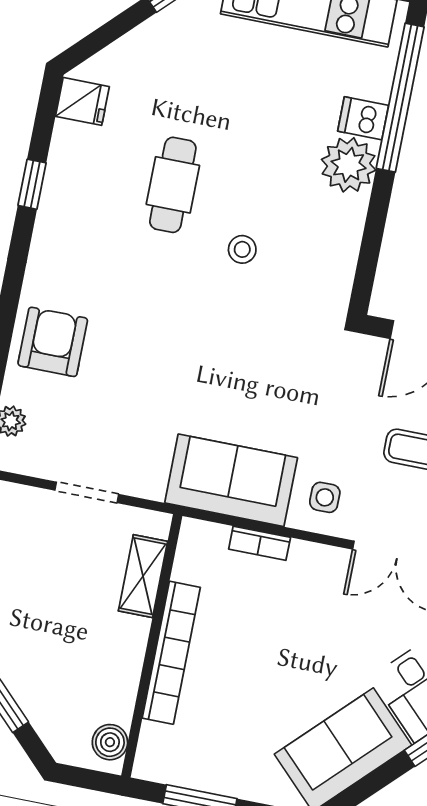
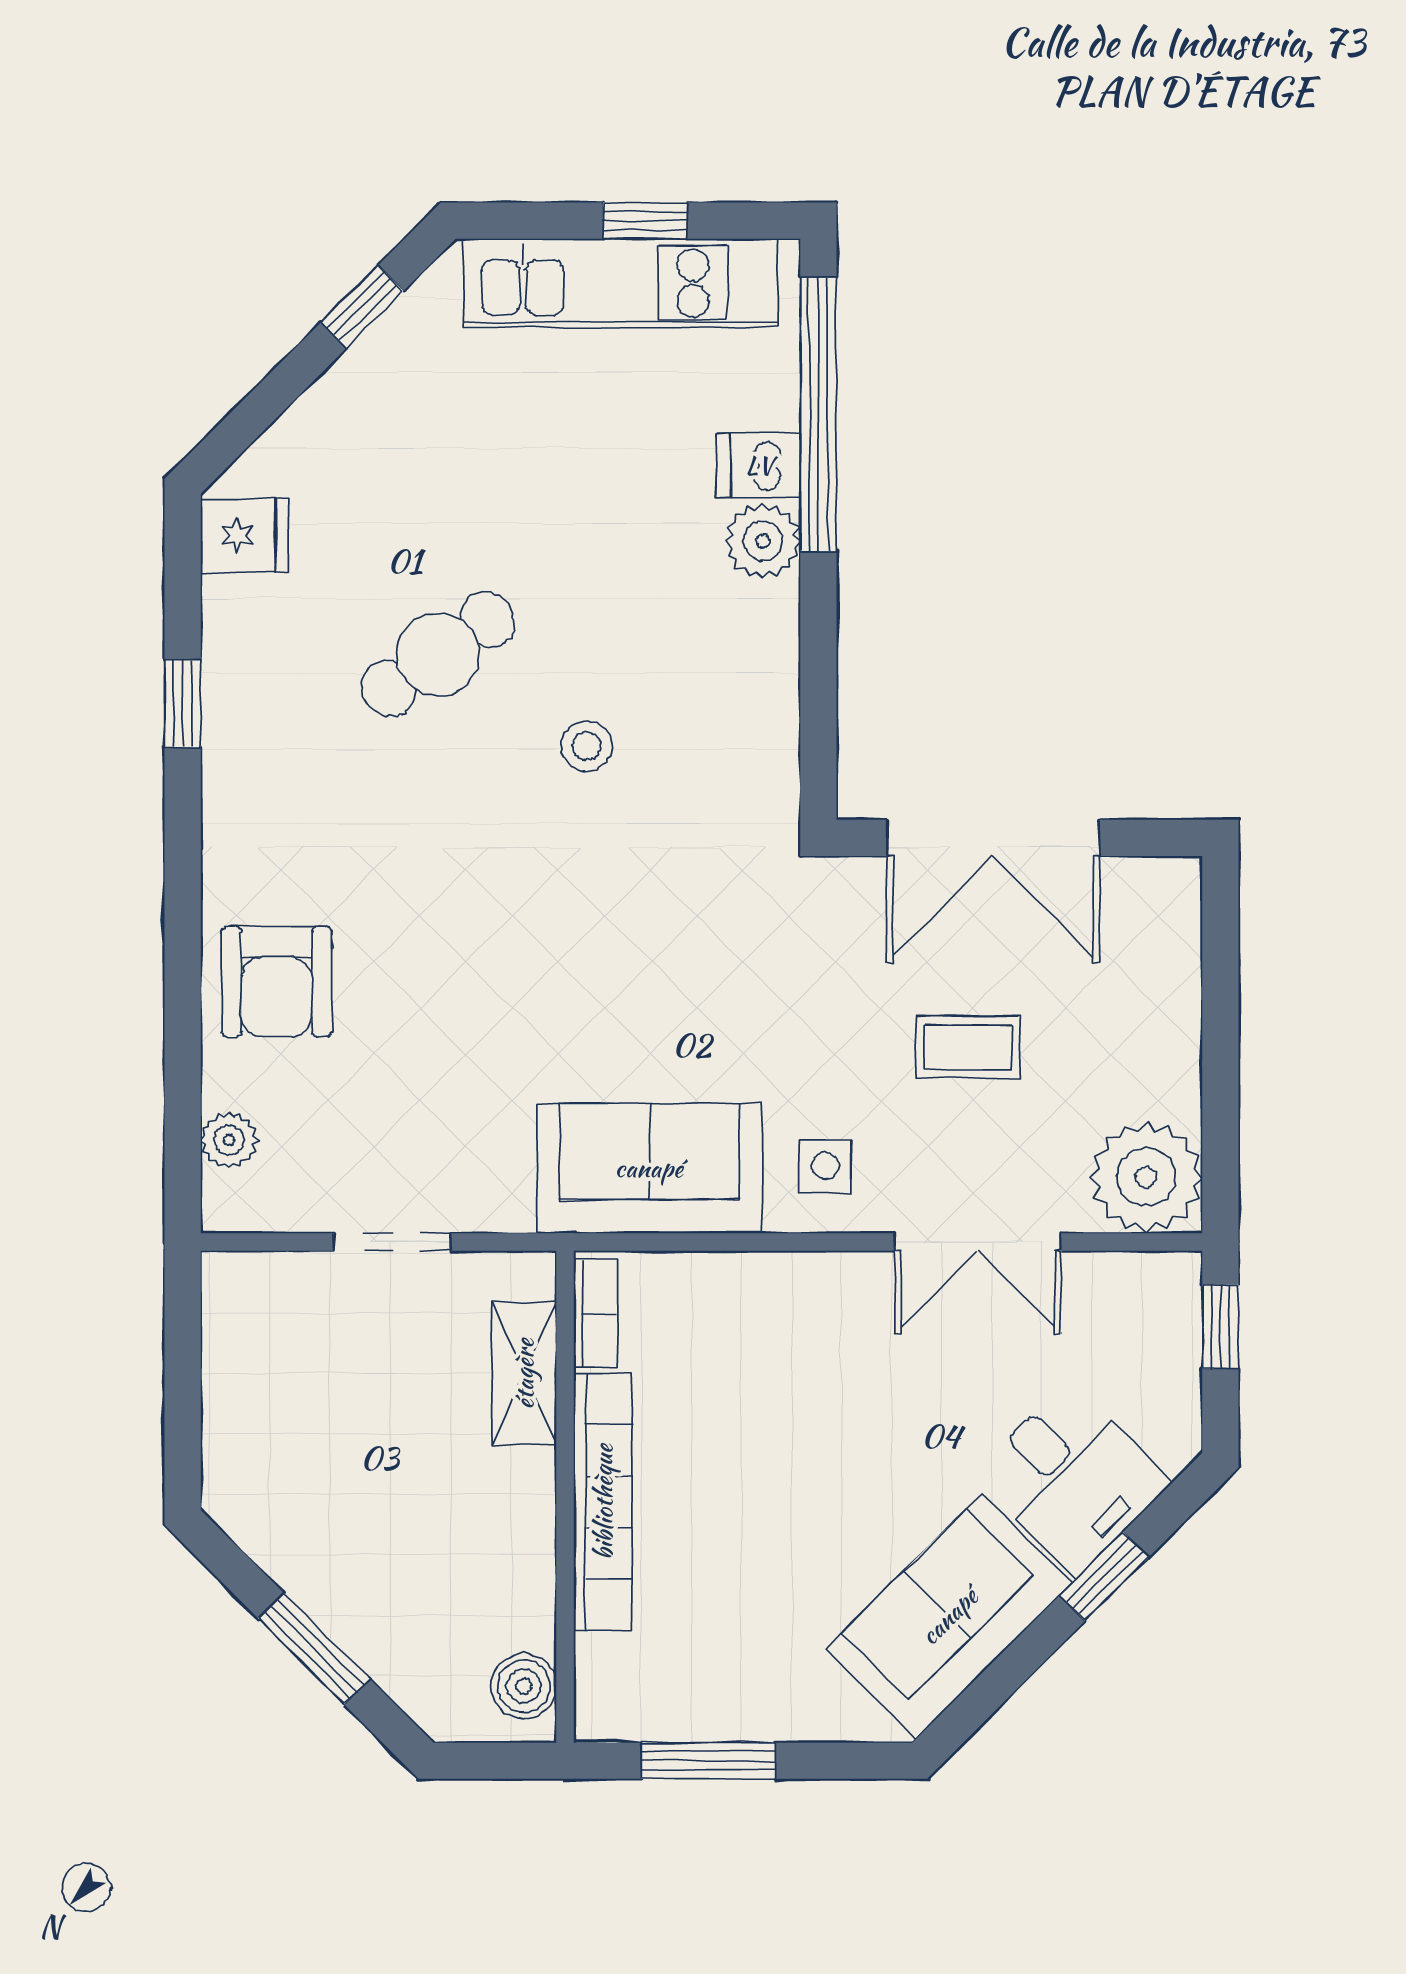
plant: (349, 165) -> (763, 541), width x0.73, depth x0.73
cafe table: (173, 185) -> (438, 654), turned 55
armchair: (53, 342) -> (277, 982), turned 180
bookcase: (260, 543) -> (595, 1313), moved, turned -90

